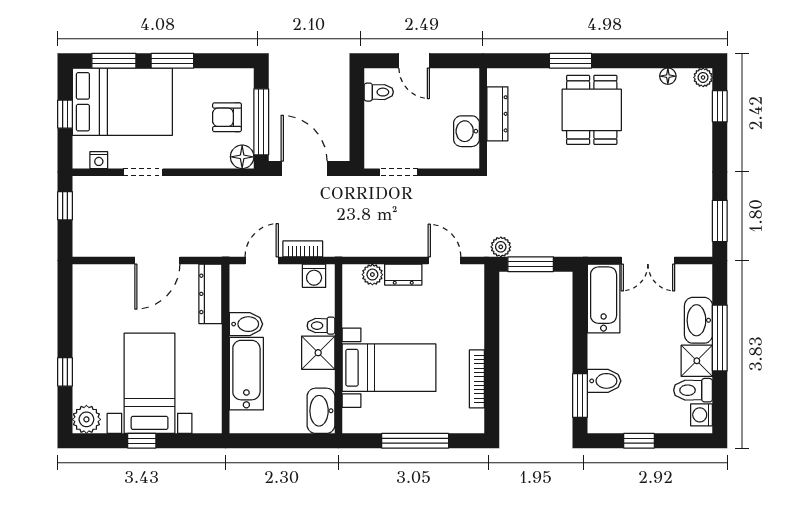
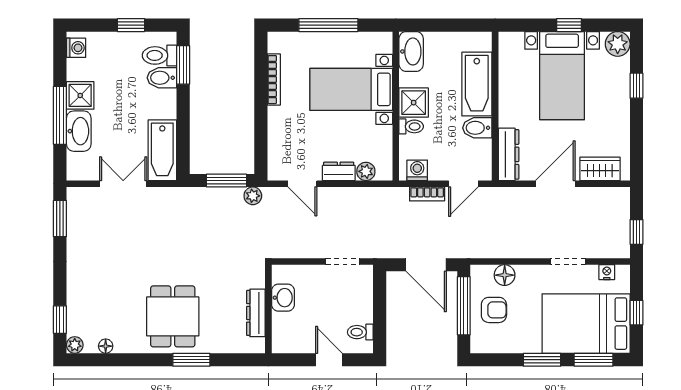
floor lamp: (242, 157) -> (505, 275), moved
wardrobe: (107, 277) -> (600, 169), added
toilet: (693, 390) -> (159, 55), moved, turned 180

